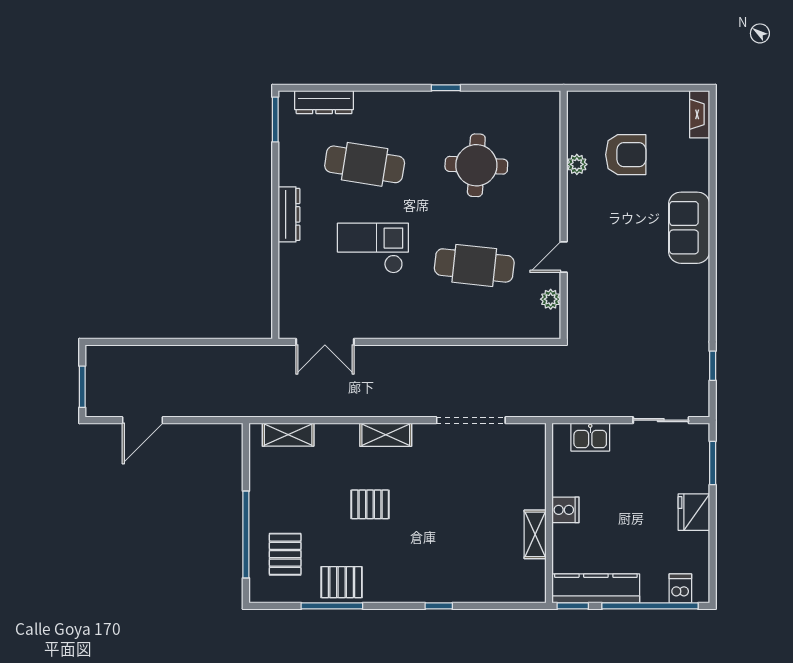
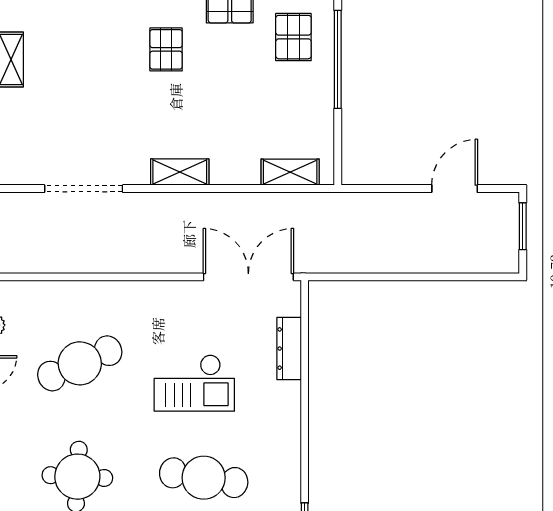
dresser: (289, 214) -> (289, 349), moved
cafe table: (474, 265) -> (80, 363), turned -30
double door: (325, 342) -> (248, 277), width x1.37
pallet: (370, 504) -> (166, 49), moved, turned 90

